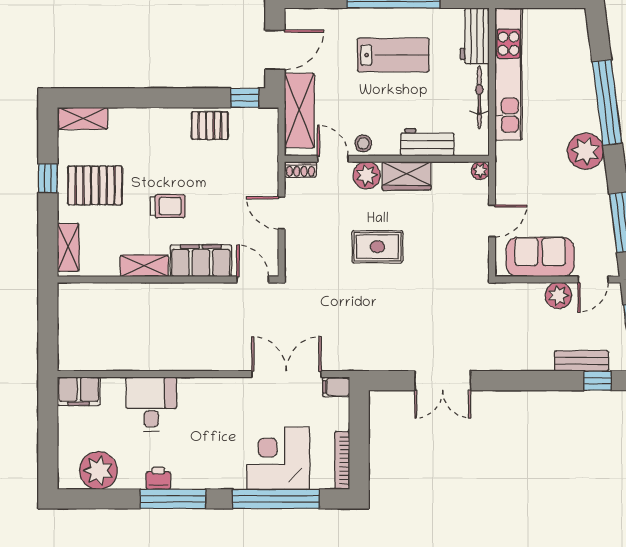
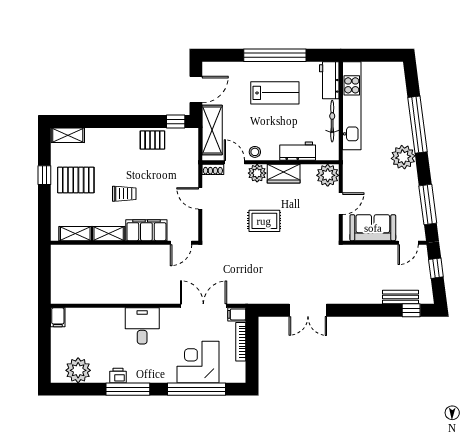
plant: (480, 171) -> (328, 175), width x1.88, depth x1.88
shelving: (68, 247) -> (75, 234), moved, turned 90
door: (253, 279) -> (181, 243), swing flipped
plant: (558, 295) -> (385, 253), removed
filing cabinet: (79, 391) -> (58, 317), width x0.50
desk: (151, 404) -> (142, 326), moved
bookcase: (342, 460) -> (241, 342), moved

